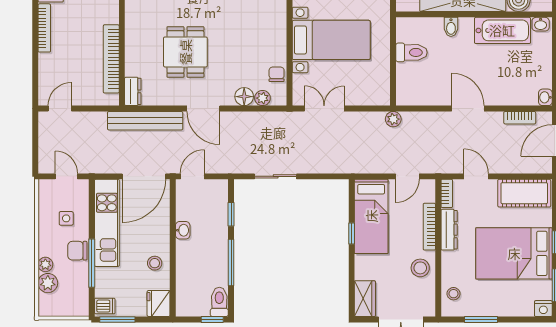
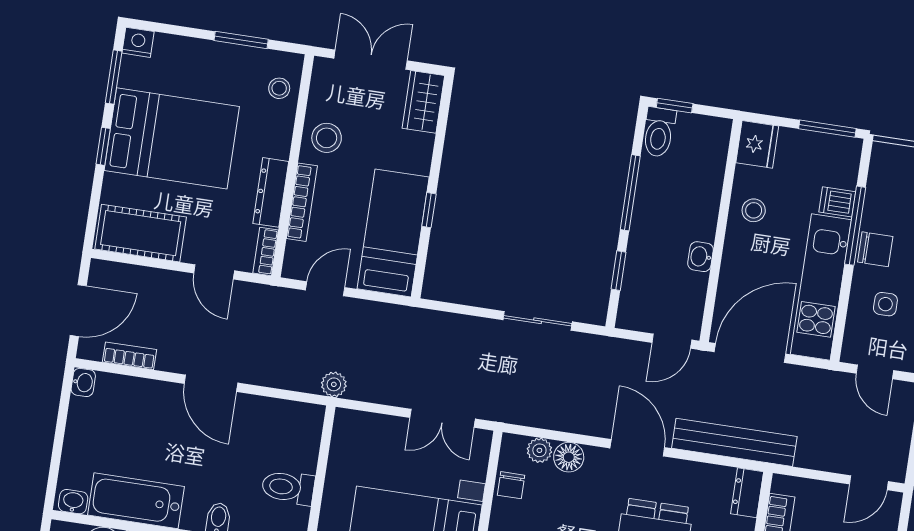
dishwasher: (105, 306) -> (837, 202), moved

